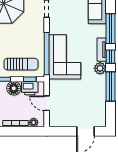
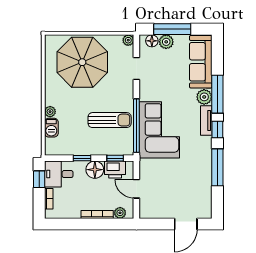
sun lounger: (21, 64) -> (110, 120), moved
plant: (100, 68) -> (204, 97), moved

